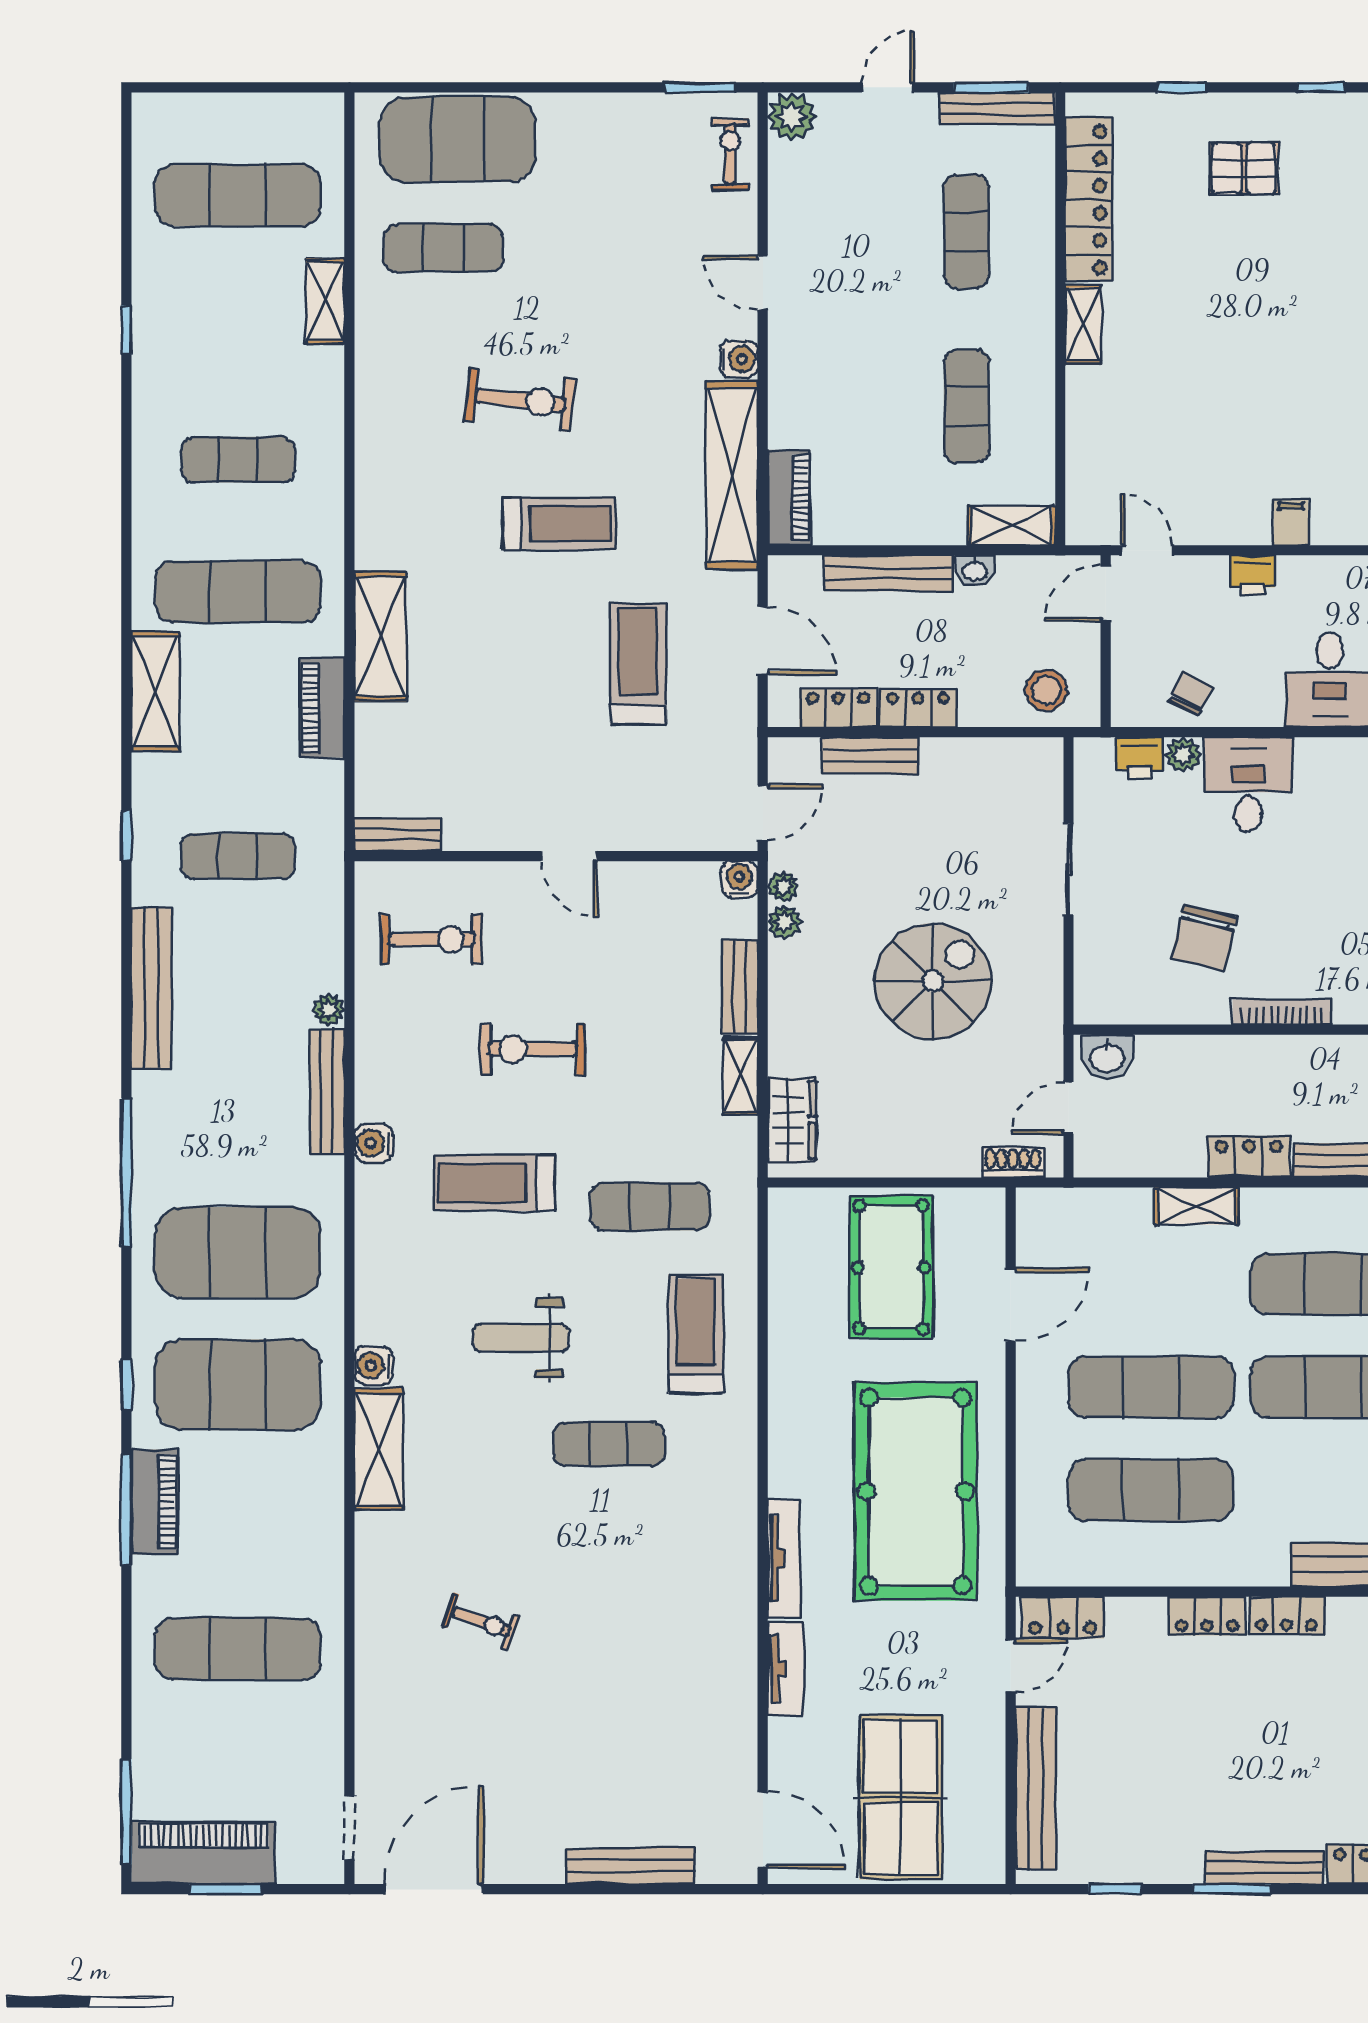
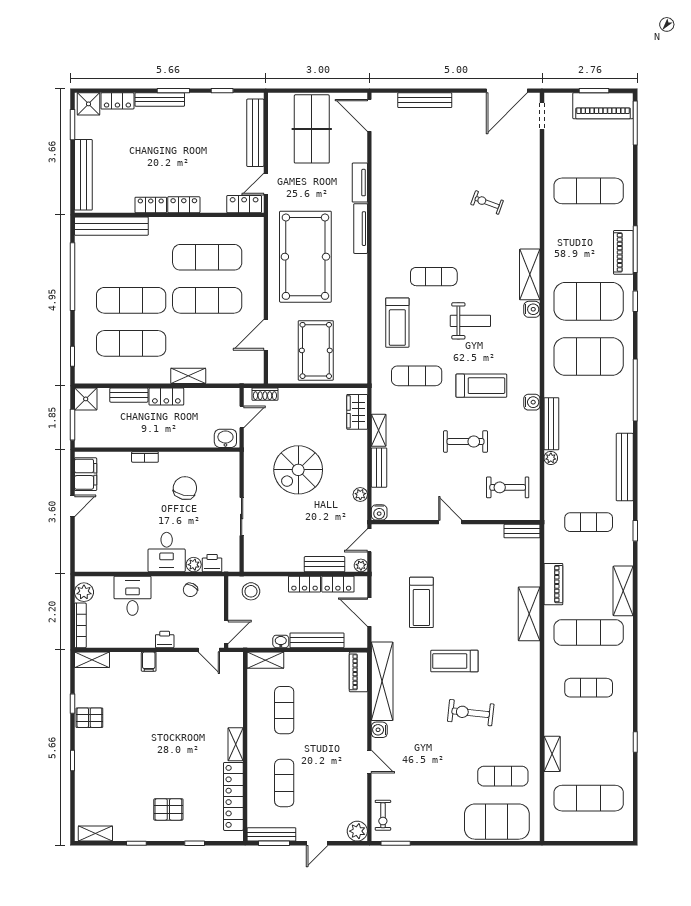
plant: (783, 887) -> (361, 565), moved
bookcase: (1282, 1012) -> (145, 457), width x0.64

